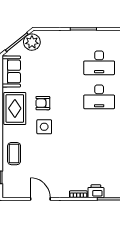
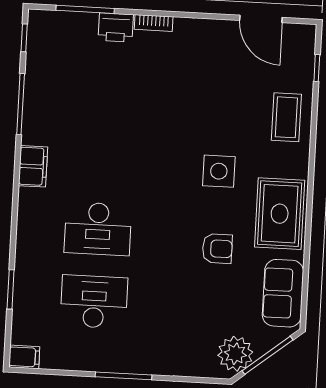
desk: (99, 97) -> (98, 229), turned 180
armchair: (43, 103) -> (217, 249), moved
door: (40, 199) -> (261, 19), moved

